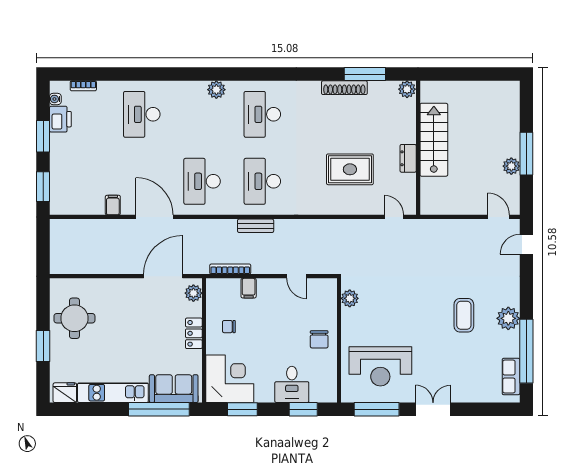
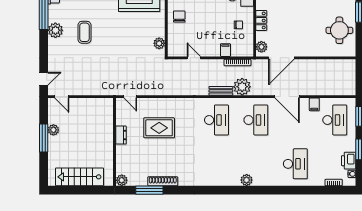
desk: (262, 114) -> (335, 120), moved
stairs: (434, 140) -> (80, 177), moved, turned 90
plant: (223, 232) -> (242, 87), added

